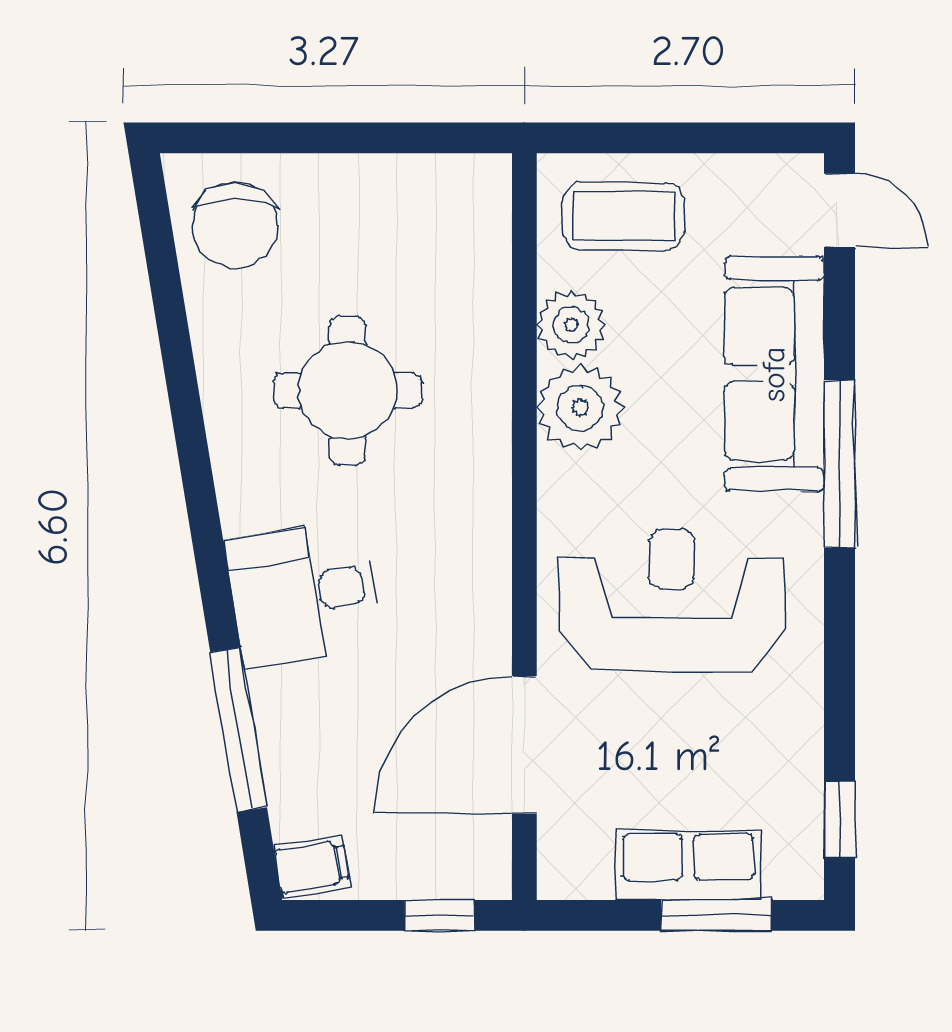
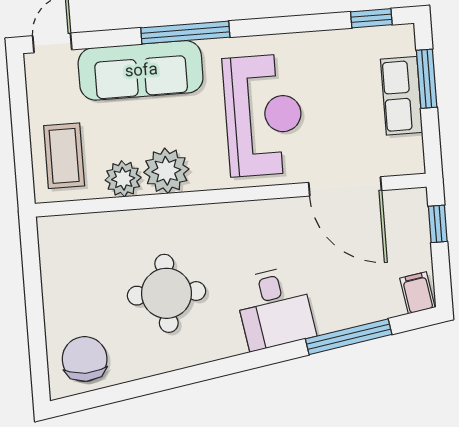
chair: (235, 225) -> (85, 359), turned -90
reception desk: (671, 600) -> (263, 115), turned 180

